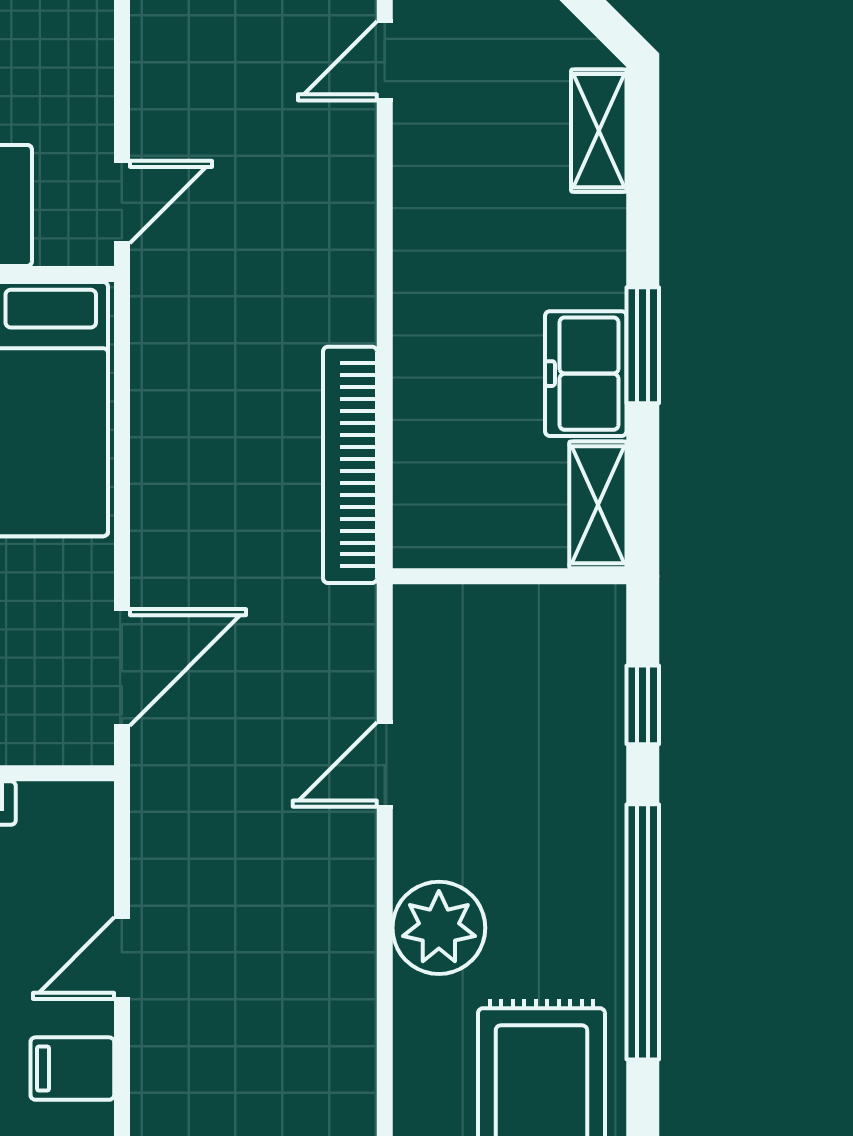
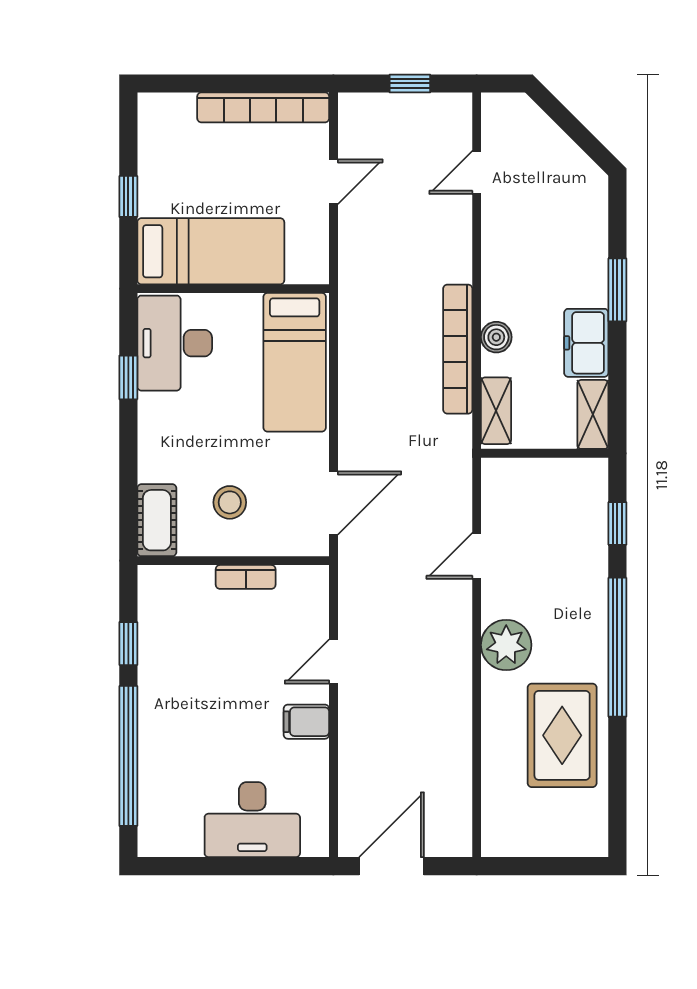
shelving: (599, 131) -> (496, 411), moved
door: (122, 202) -> (333, 182), moved
window: (643, 345) -> (617, 290), moved
boiler: (421, 363) -> (496, 337), added
bookcase: (350, 465) -> (458, 349), moved

